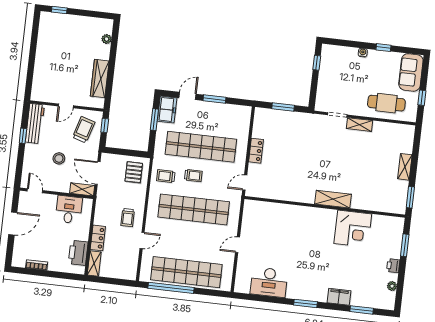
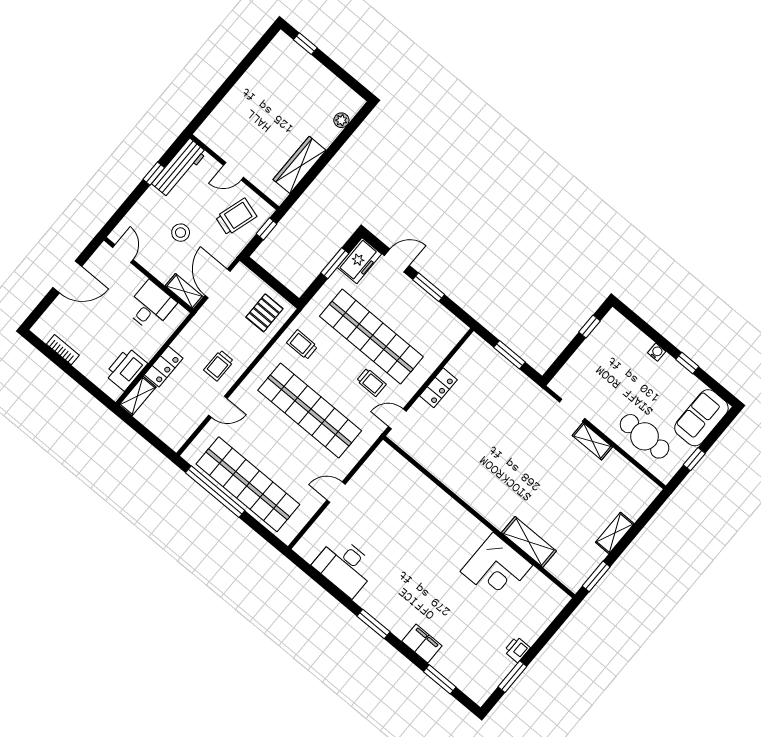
trolley: (193, 176) -> (371, 382), moved
shelving: (333, 199) -> (529, 542), moved
window: (405, 245) -> (512, 677), moved
plant: (392, 286) -> (498, 674), removed

